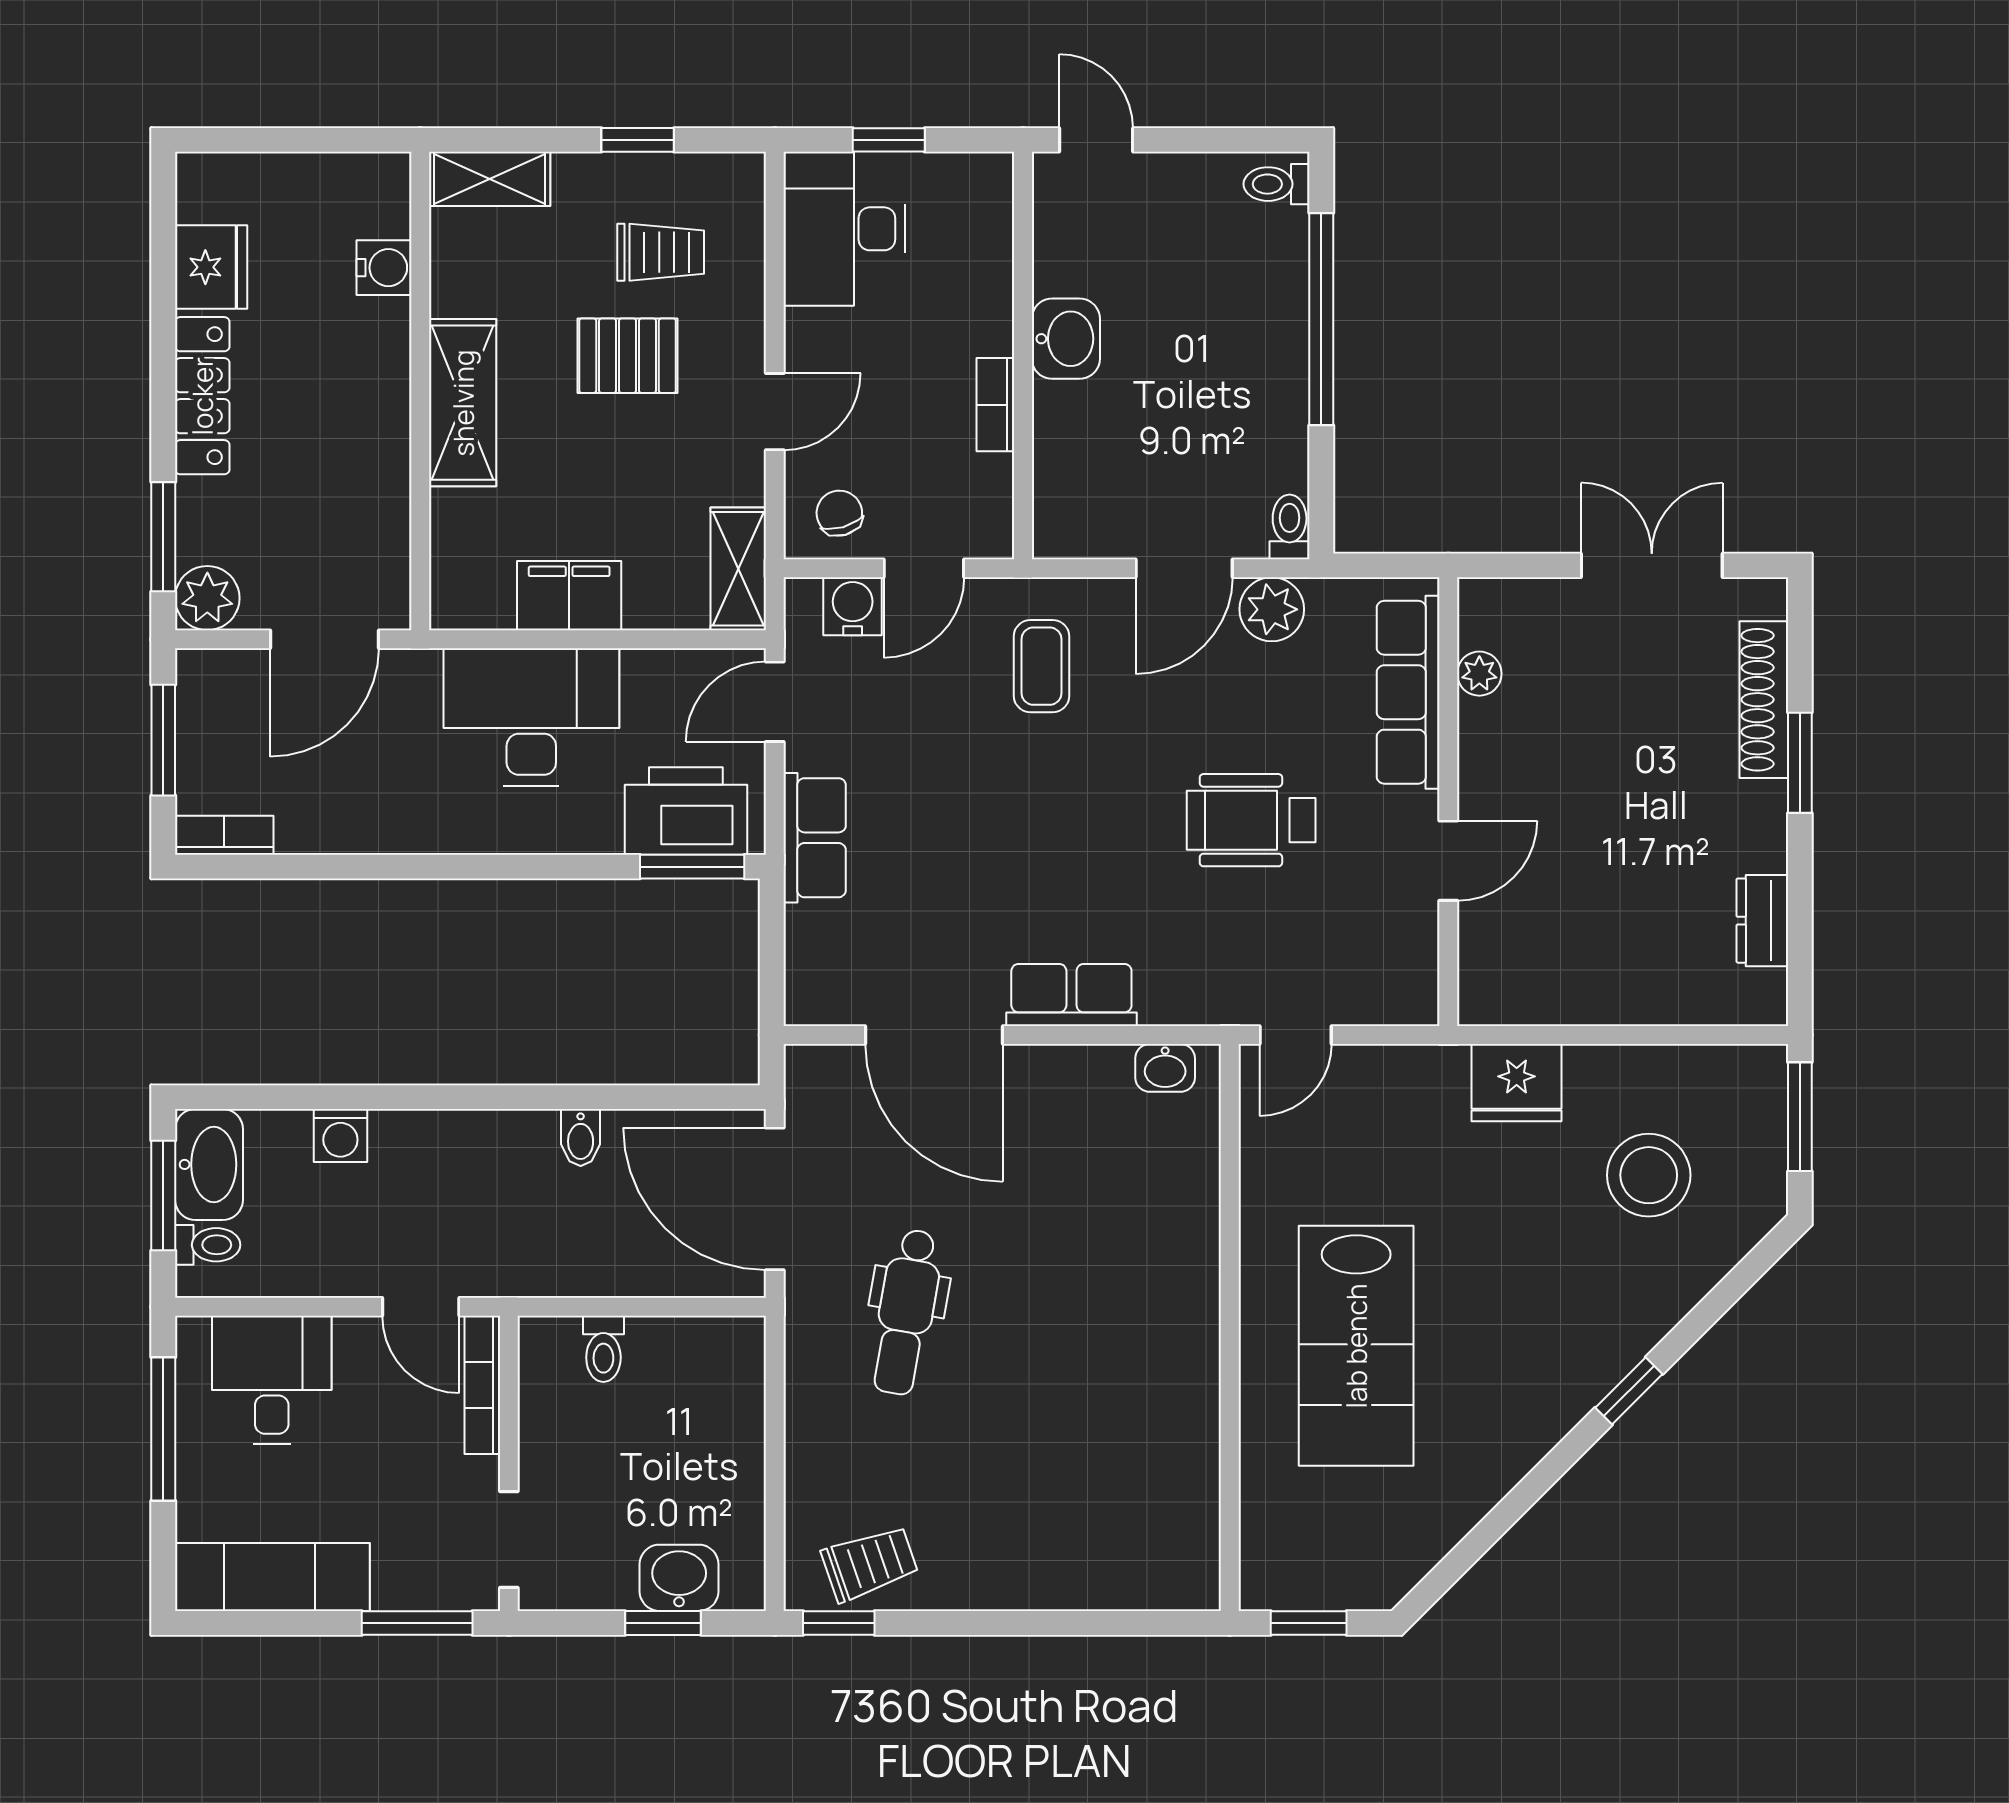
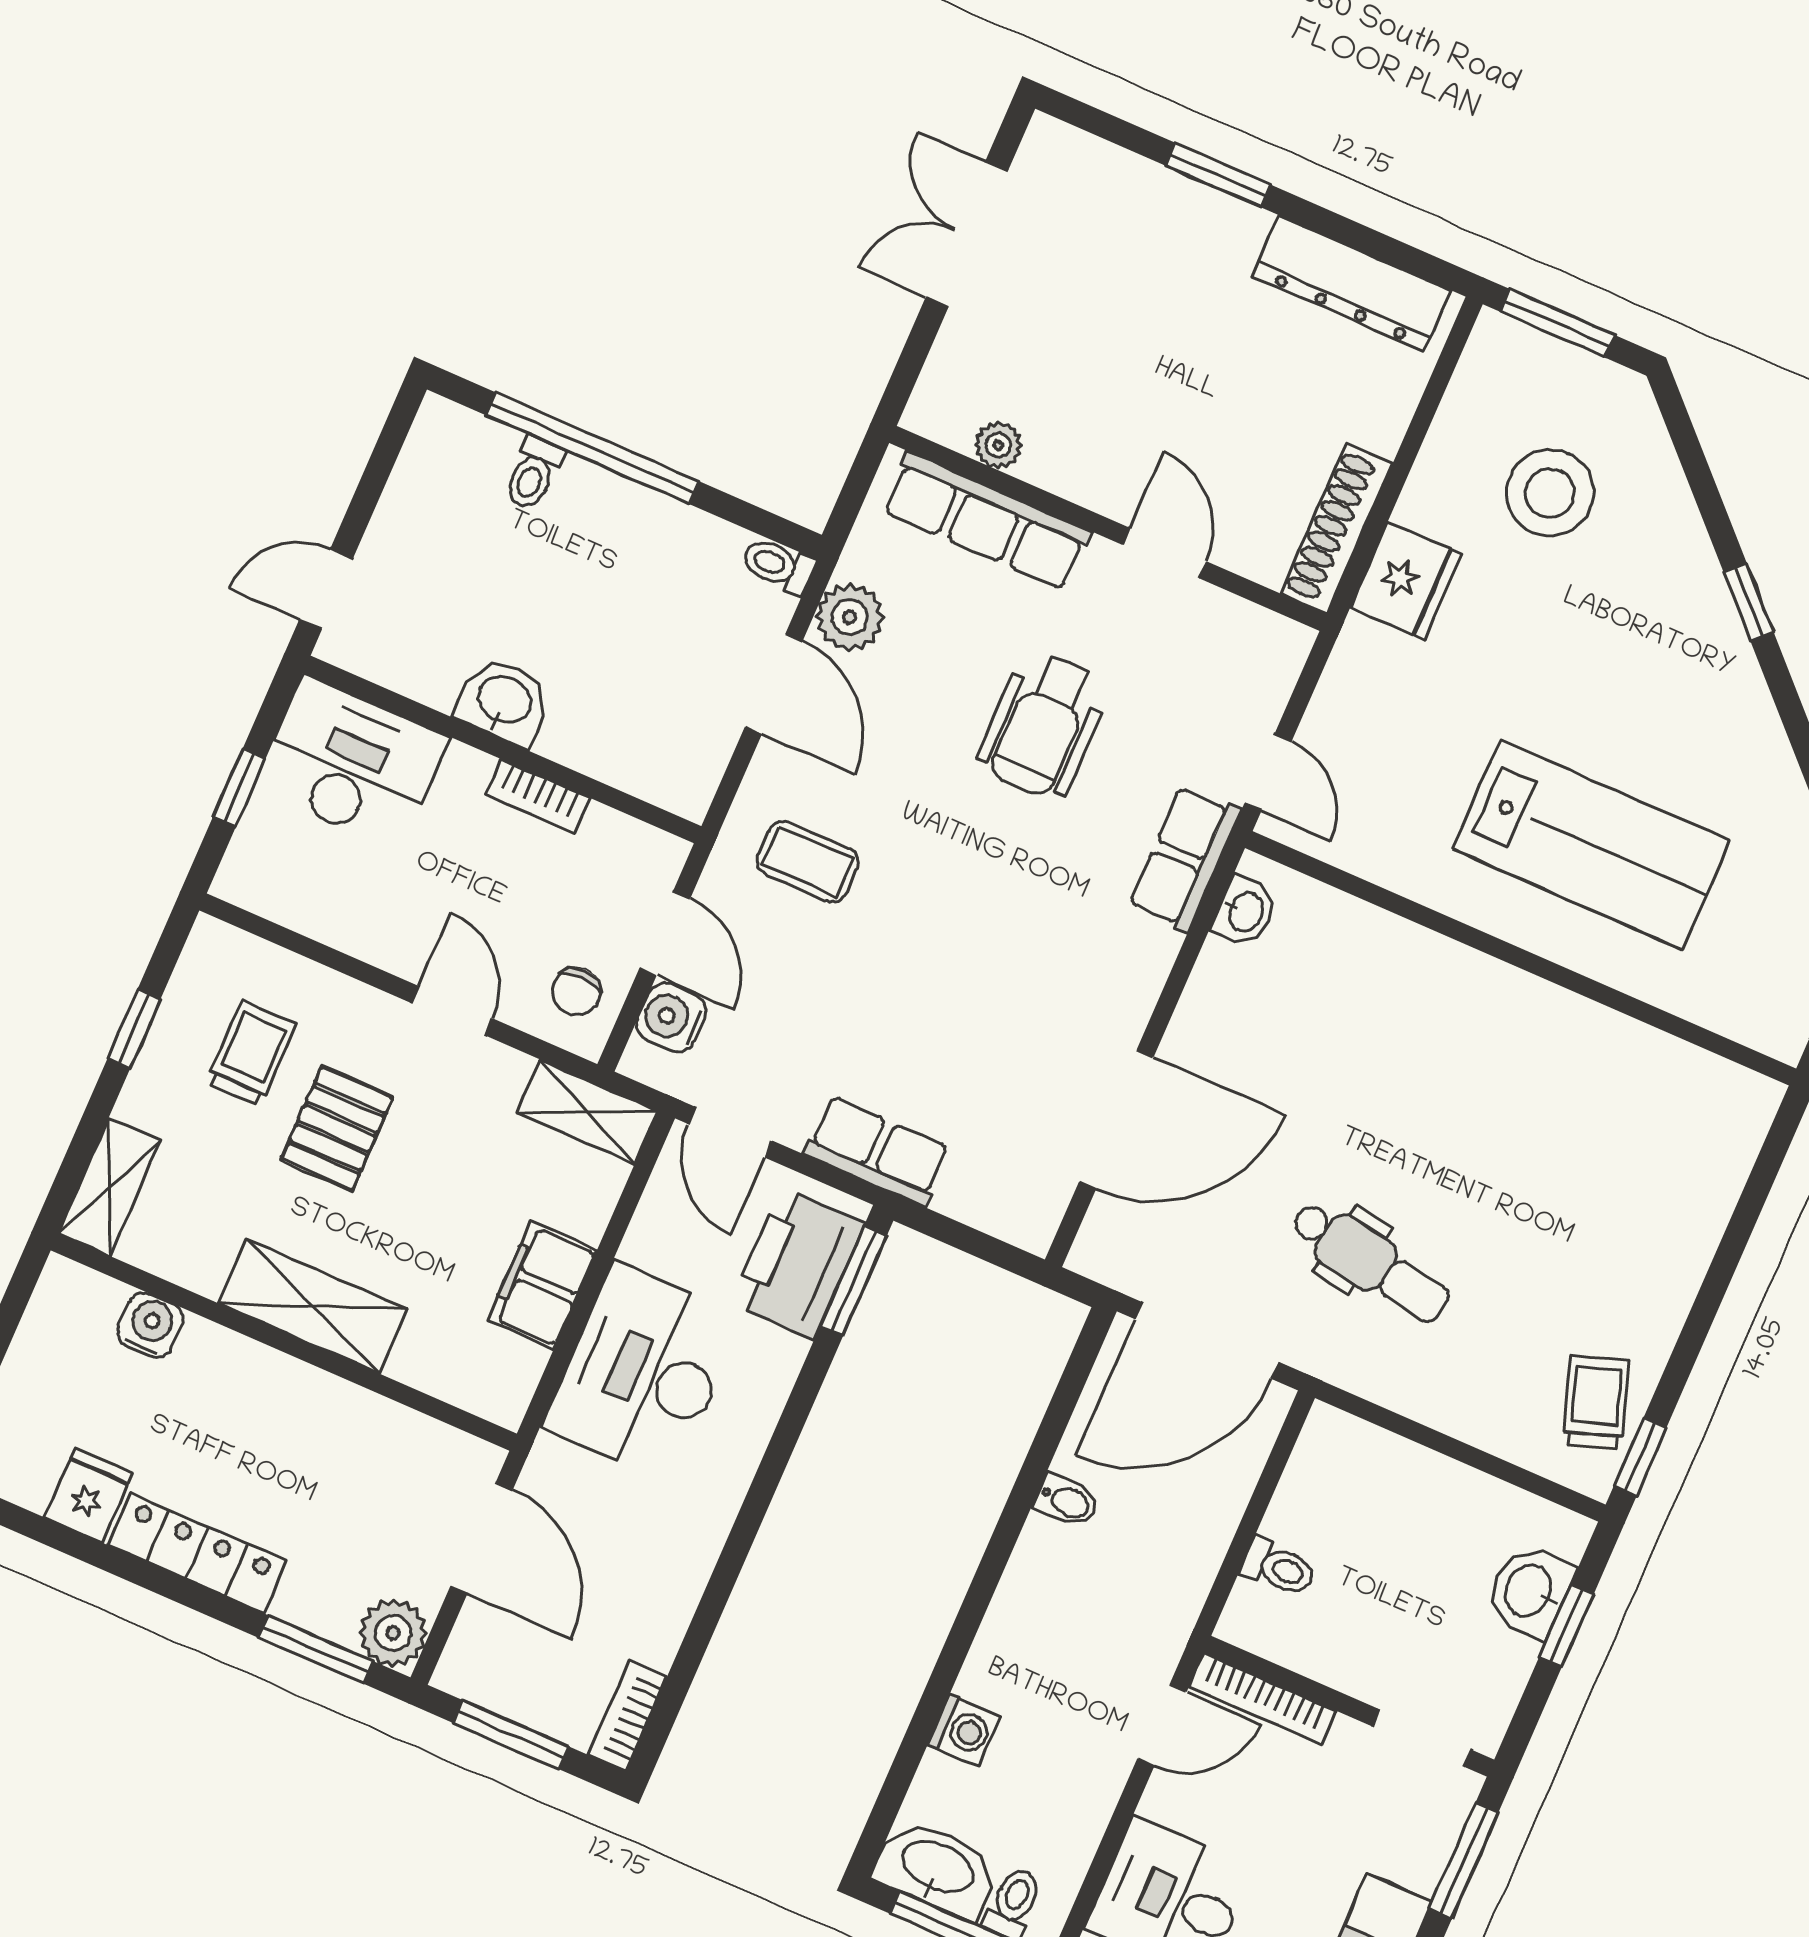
toilet: (1277, 184) -> (533, 473), moved
desk: (844, 229) -> (352, 763), moved, turned 180
fridge: (211, 267) -> (88, 1496), width x0.72
chair: (839, 513) -> (576, 991), turned -74
shoe rack: (1764, 700) -> (1337, 529), moved, turned 90
dresser: (1762, 921) -> (1351, 283), width x1.96, depth x1.24
row of seats: (1071, 995) -> (1185, 858), moved

